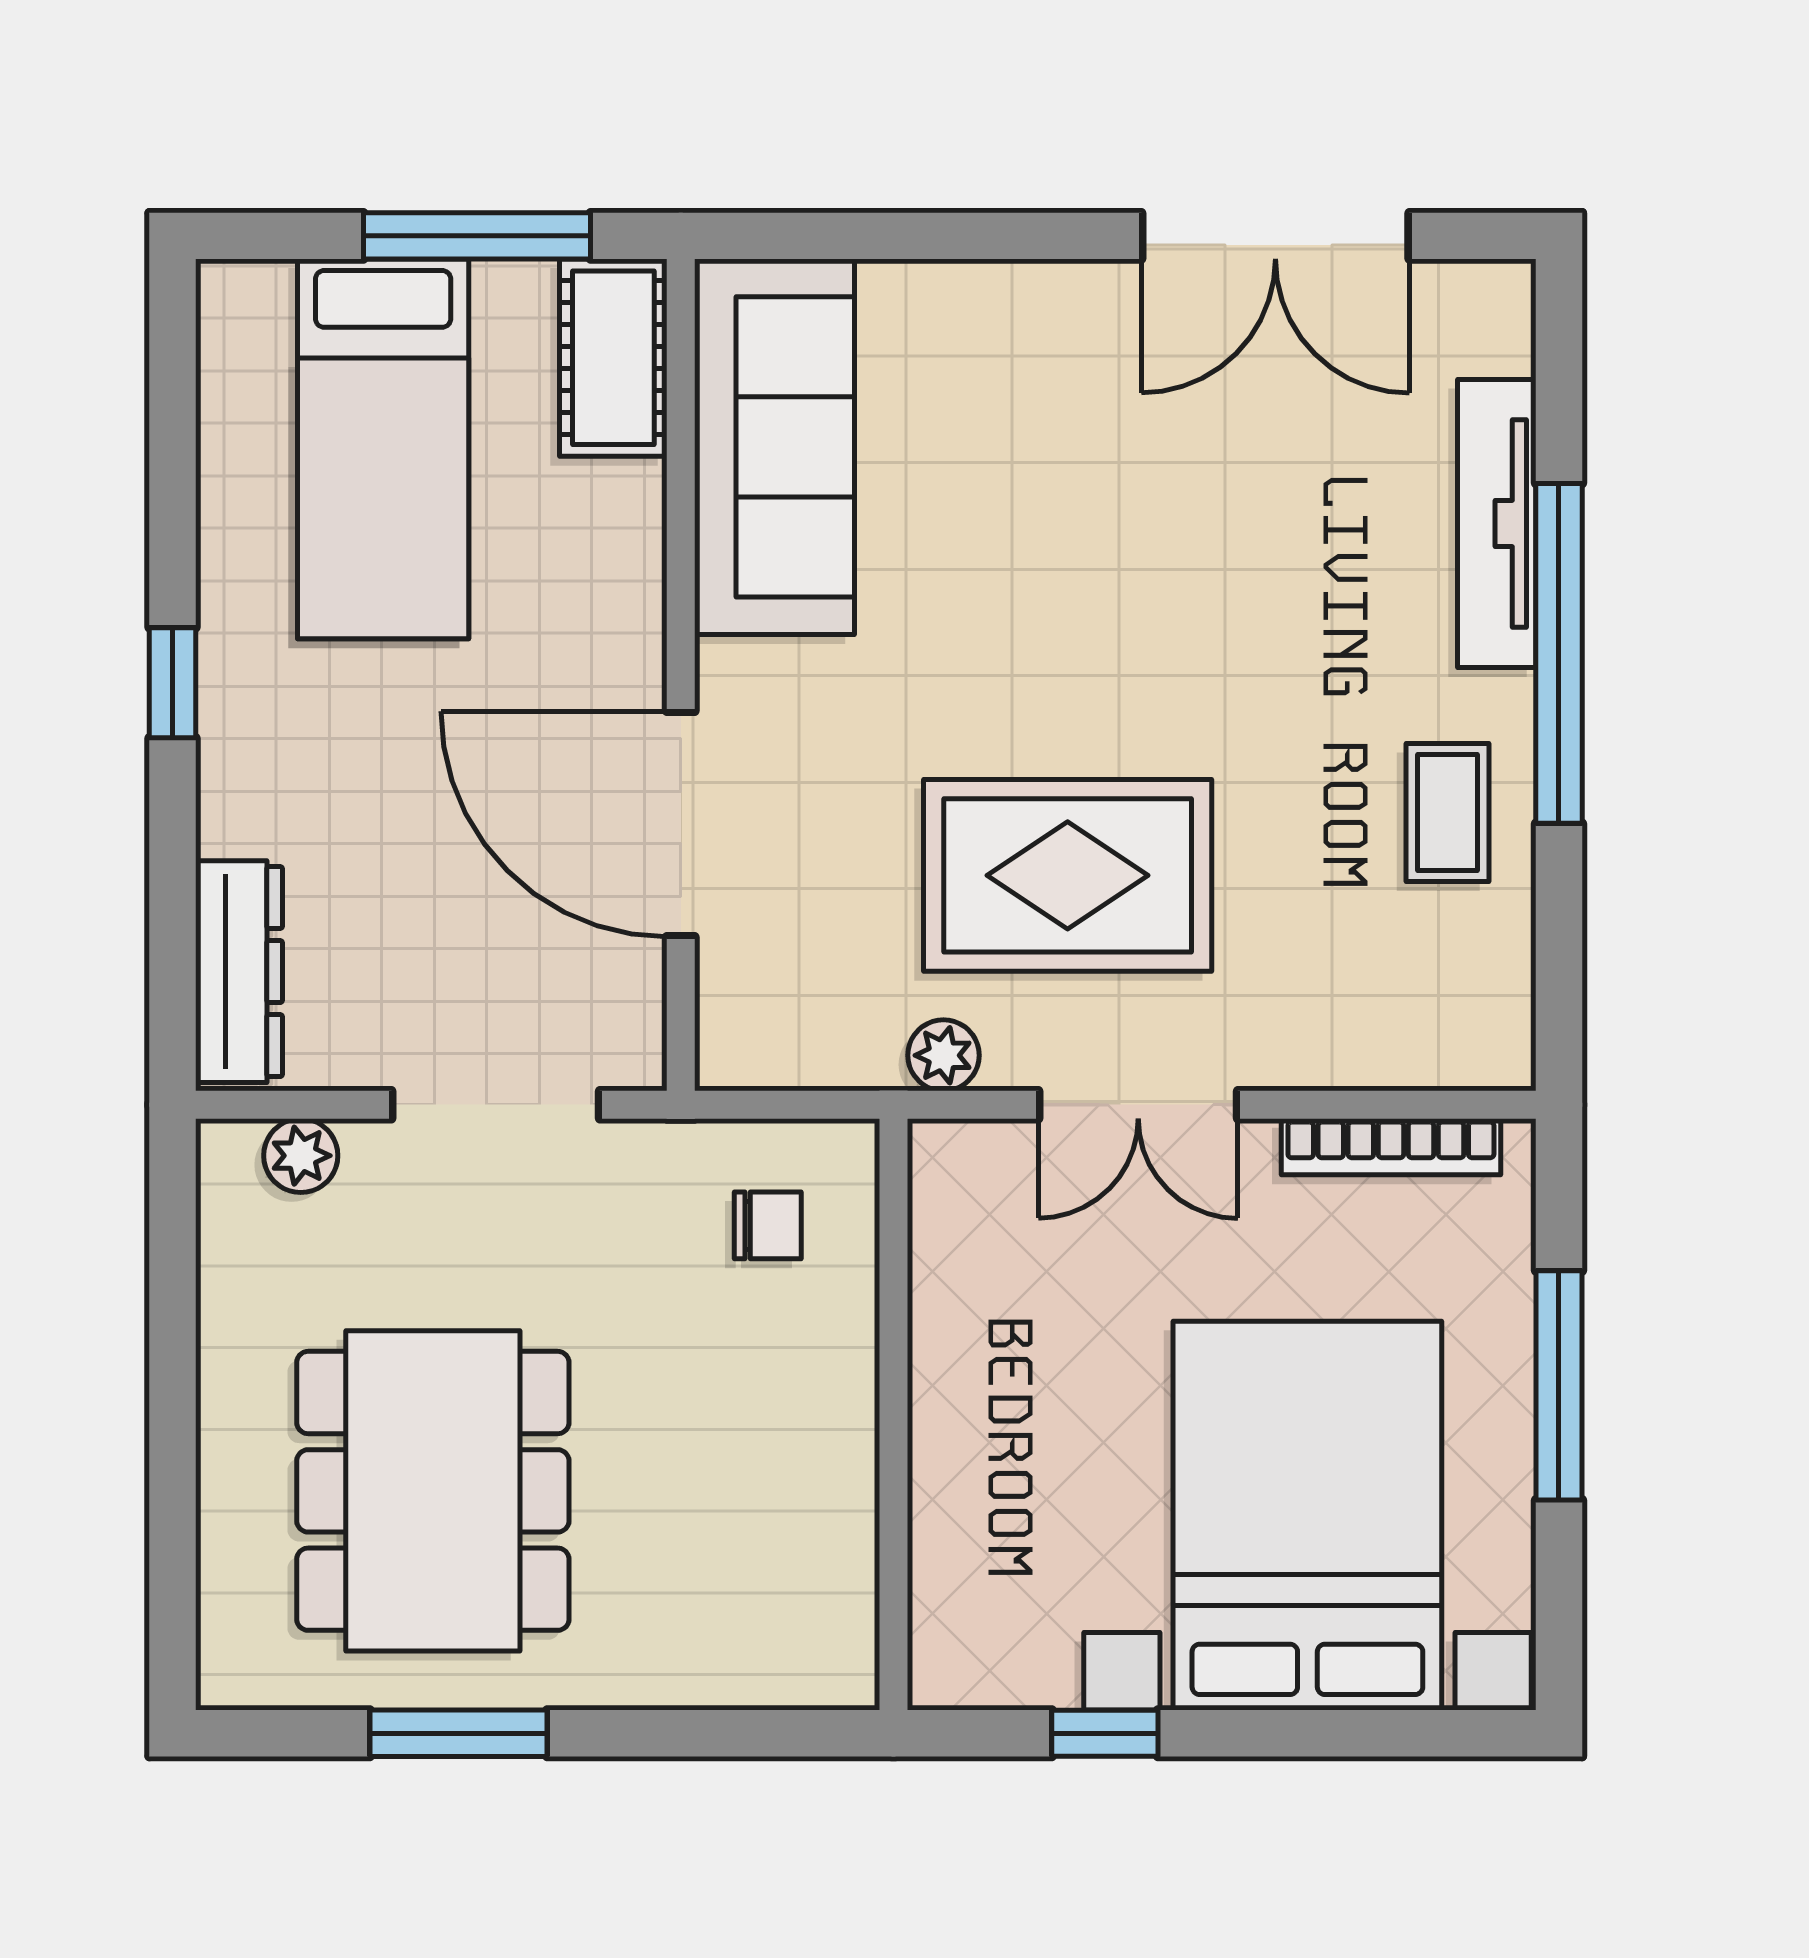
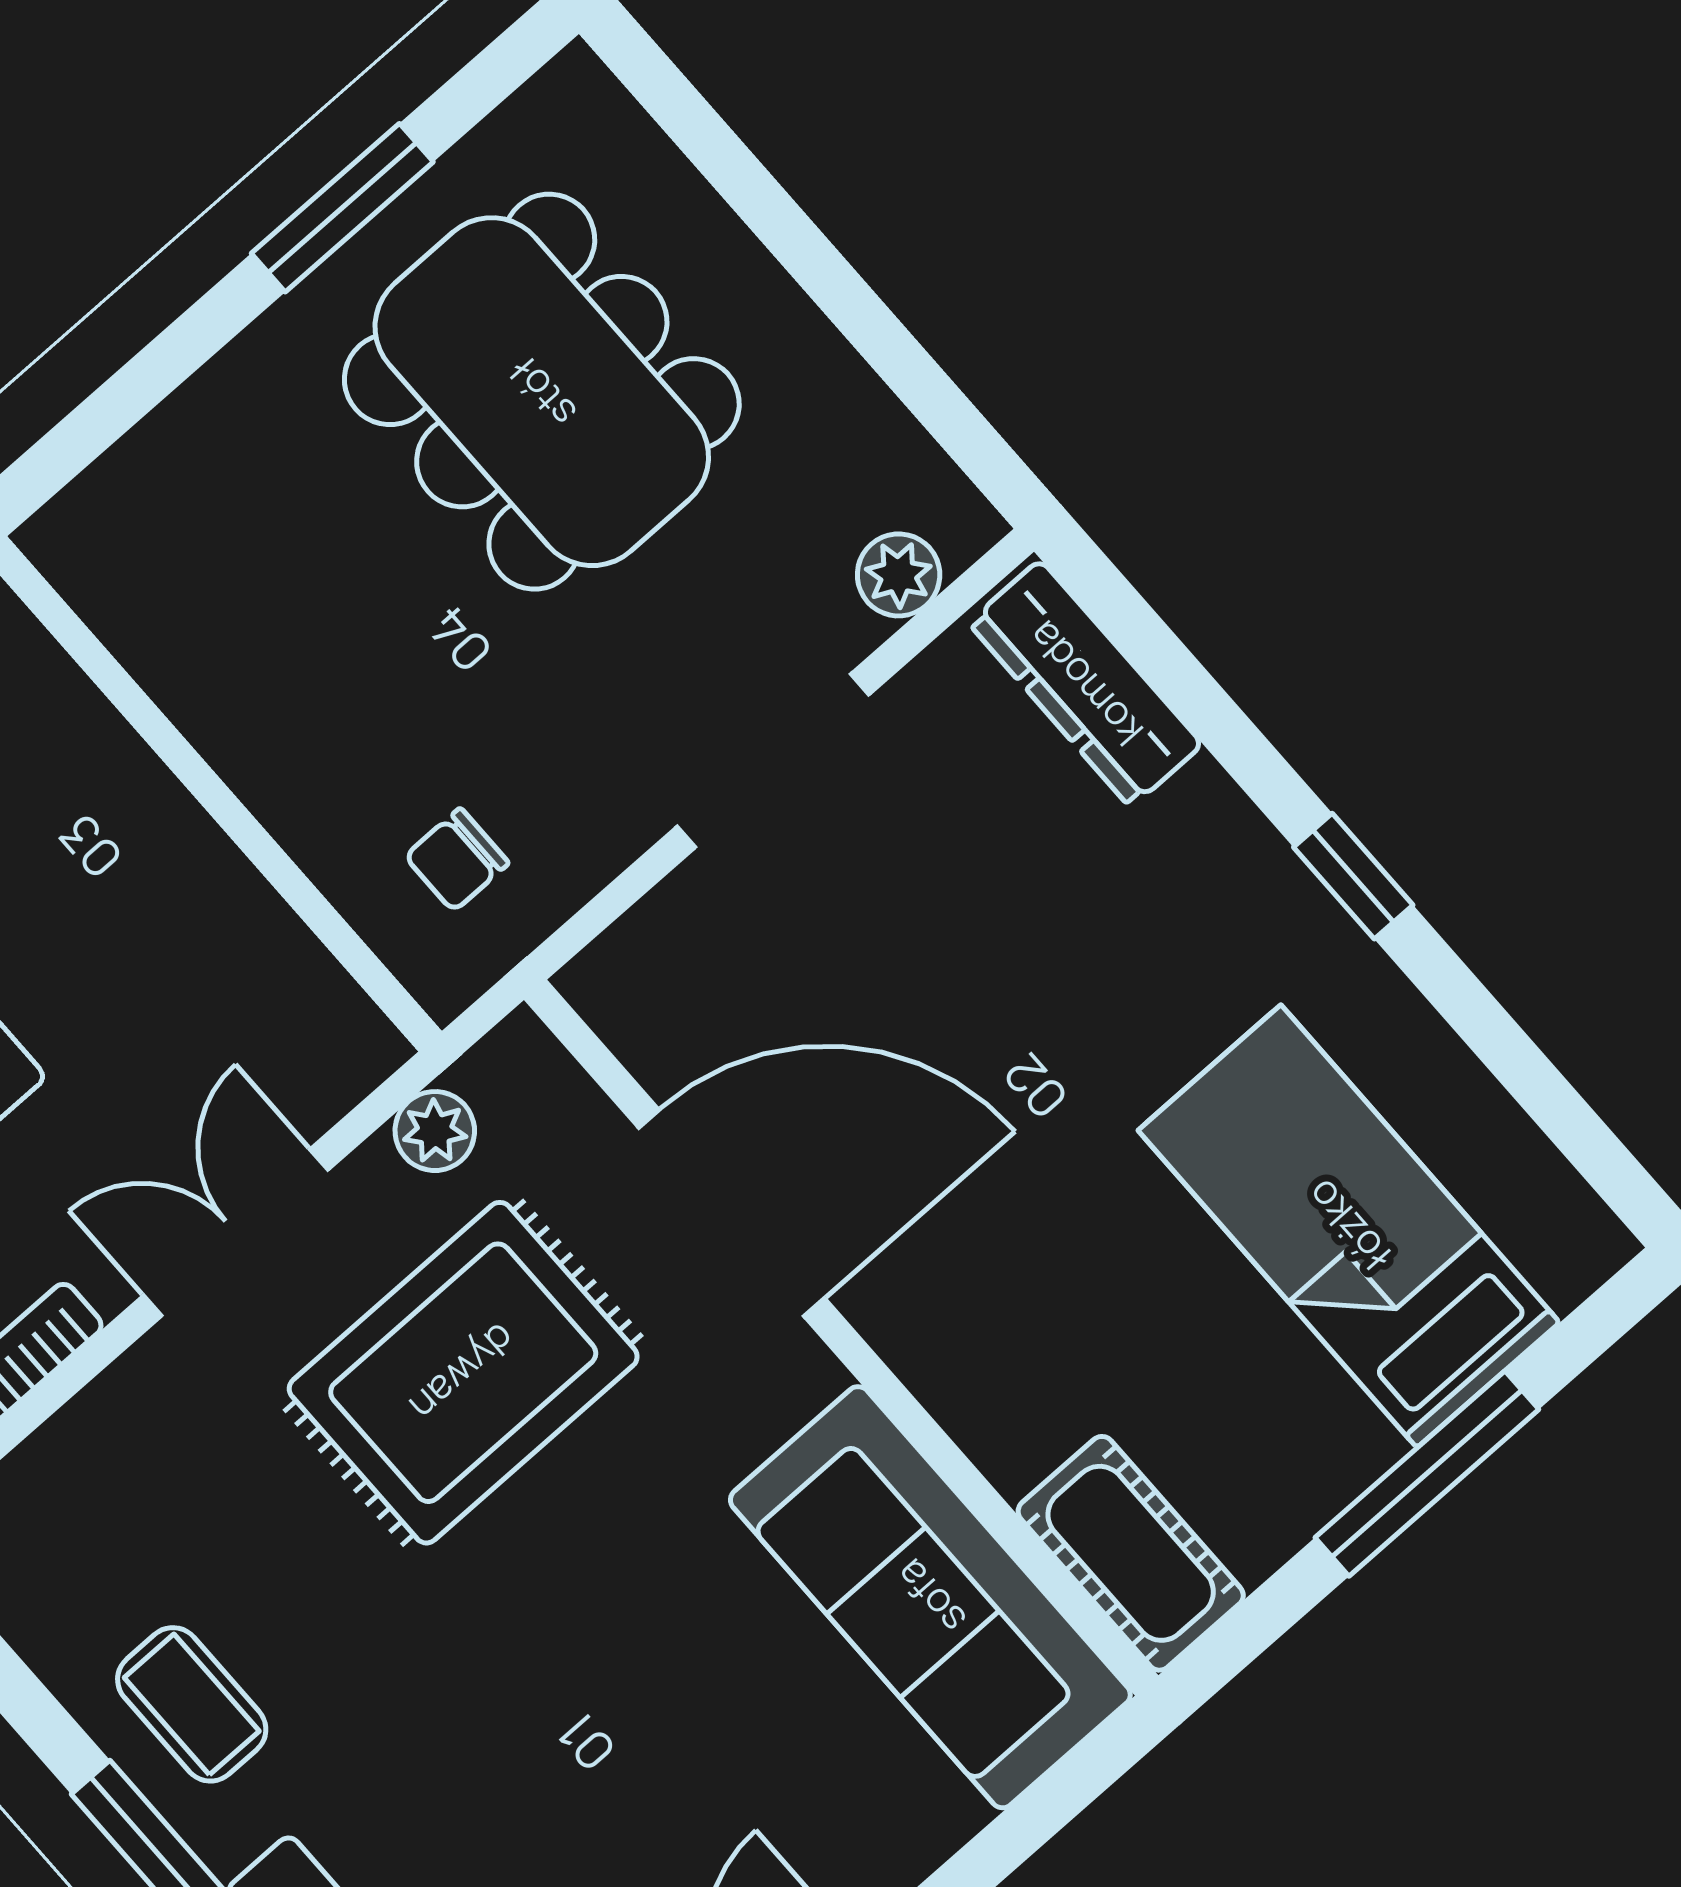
cot: (613, 358) -> (1131, 1553), moved
sofa: (775, 447) -> (930, 1597), moved
wall: (681, 675) -> (841, 1338), moved
door: (681, 824) -> (732, 1213), moved

